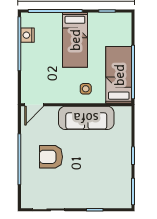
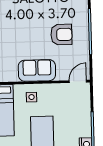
sofa: (86, 118) -> (37, 70), width x0.73

